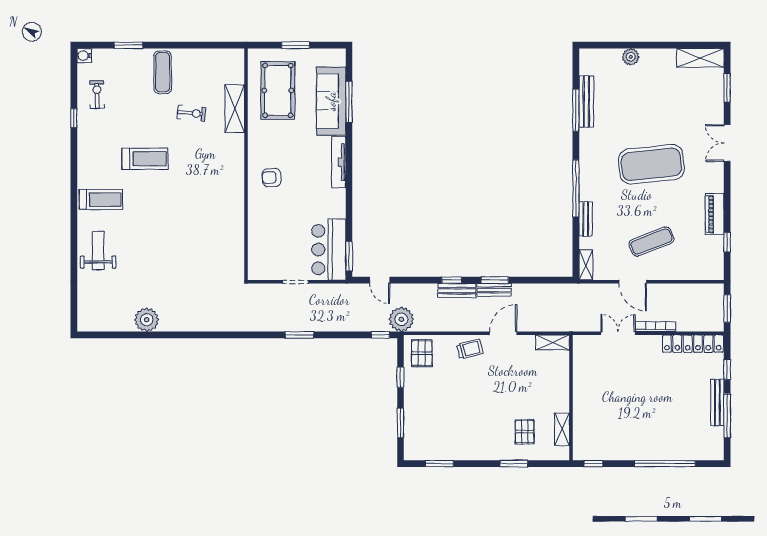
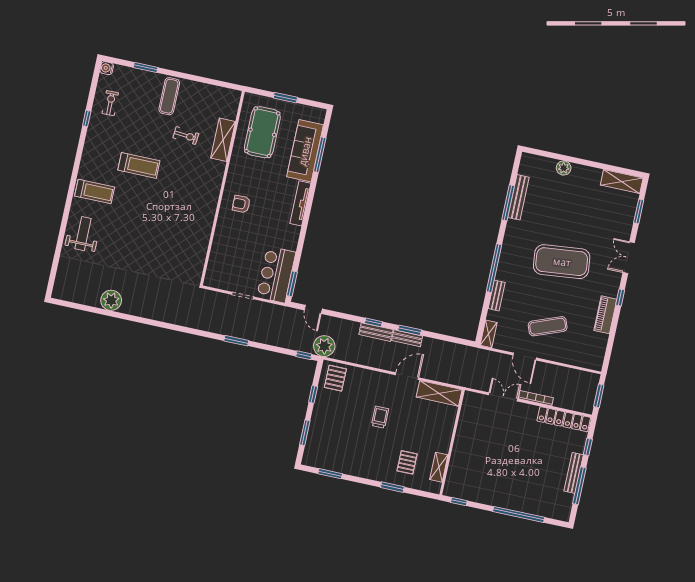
window: (727, 242) -> (620, 297), moved
shelving: (553, 342) -> (439, 393), width x1.50, depth x1.33
trolley: (470, 349) -> (380, 417), moved, turned -76

